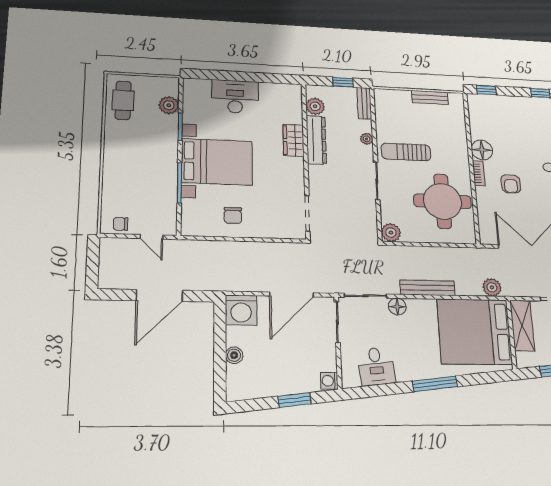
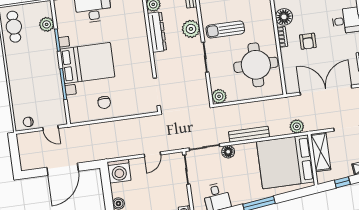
plant: (367, 139) -> (191, 29), width x1.88, depth x1.88
wardrobe: (293, 140) -> (140, 36), removed
door: (292, 294) -> (152, 154), width x0.53

